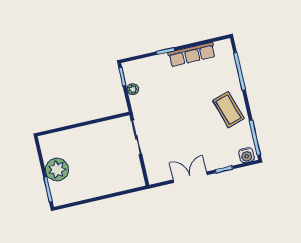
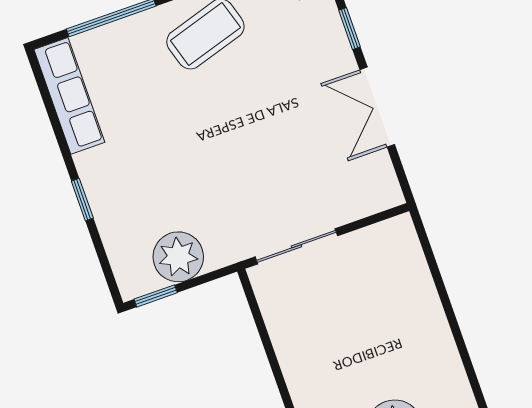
row of seats: (192, 54) -> (69, 96), moved
plant: (133, 89) -> (178, 257), width x1.88, depth x1.88

